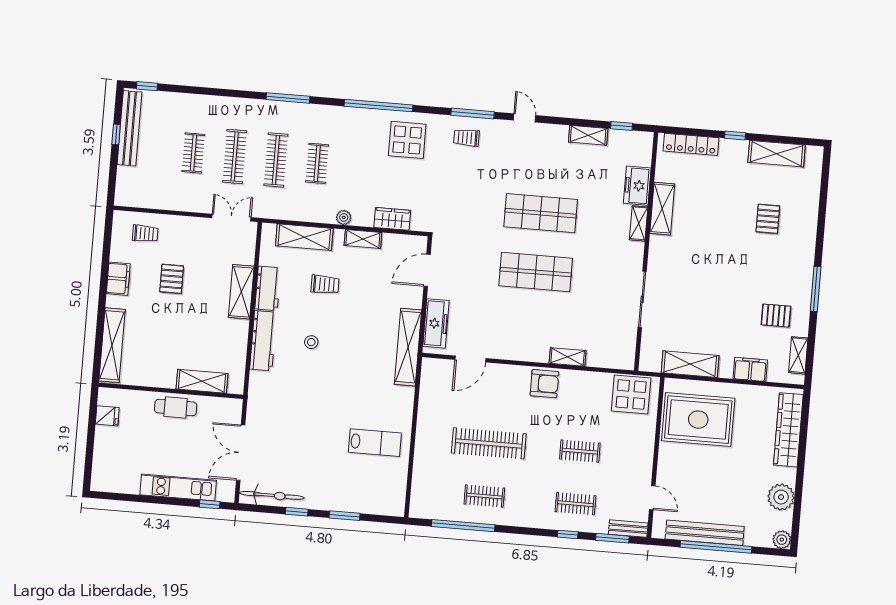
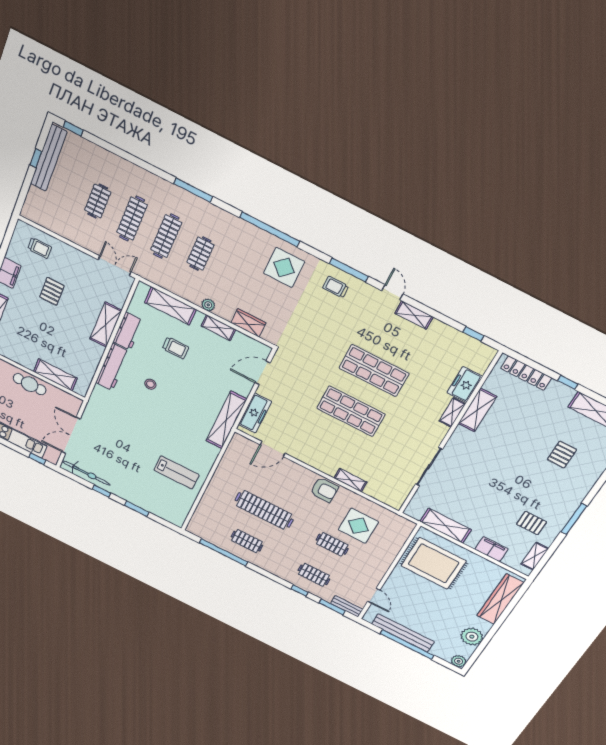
shelving: (588, 135) -> (414, 315), moved
display table: (631, 394) -> (358, 526), moved

